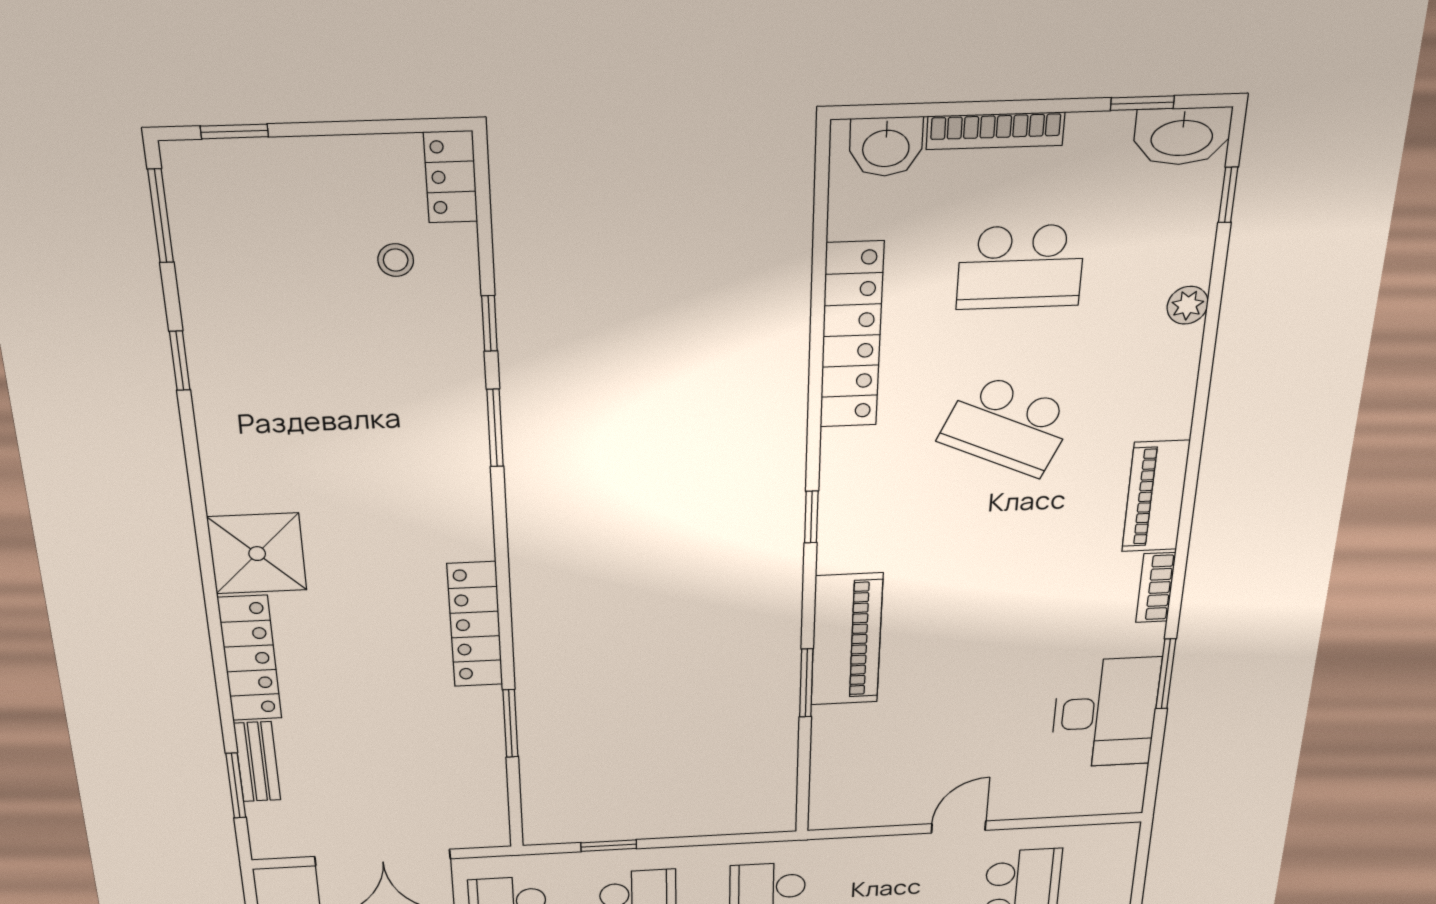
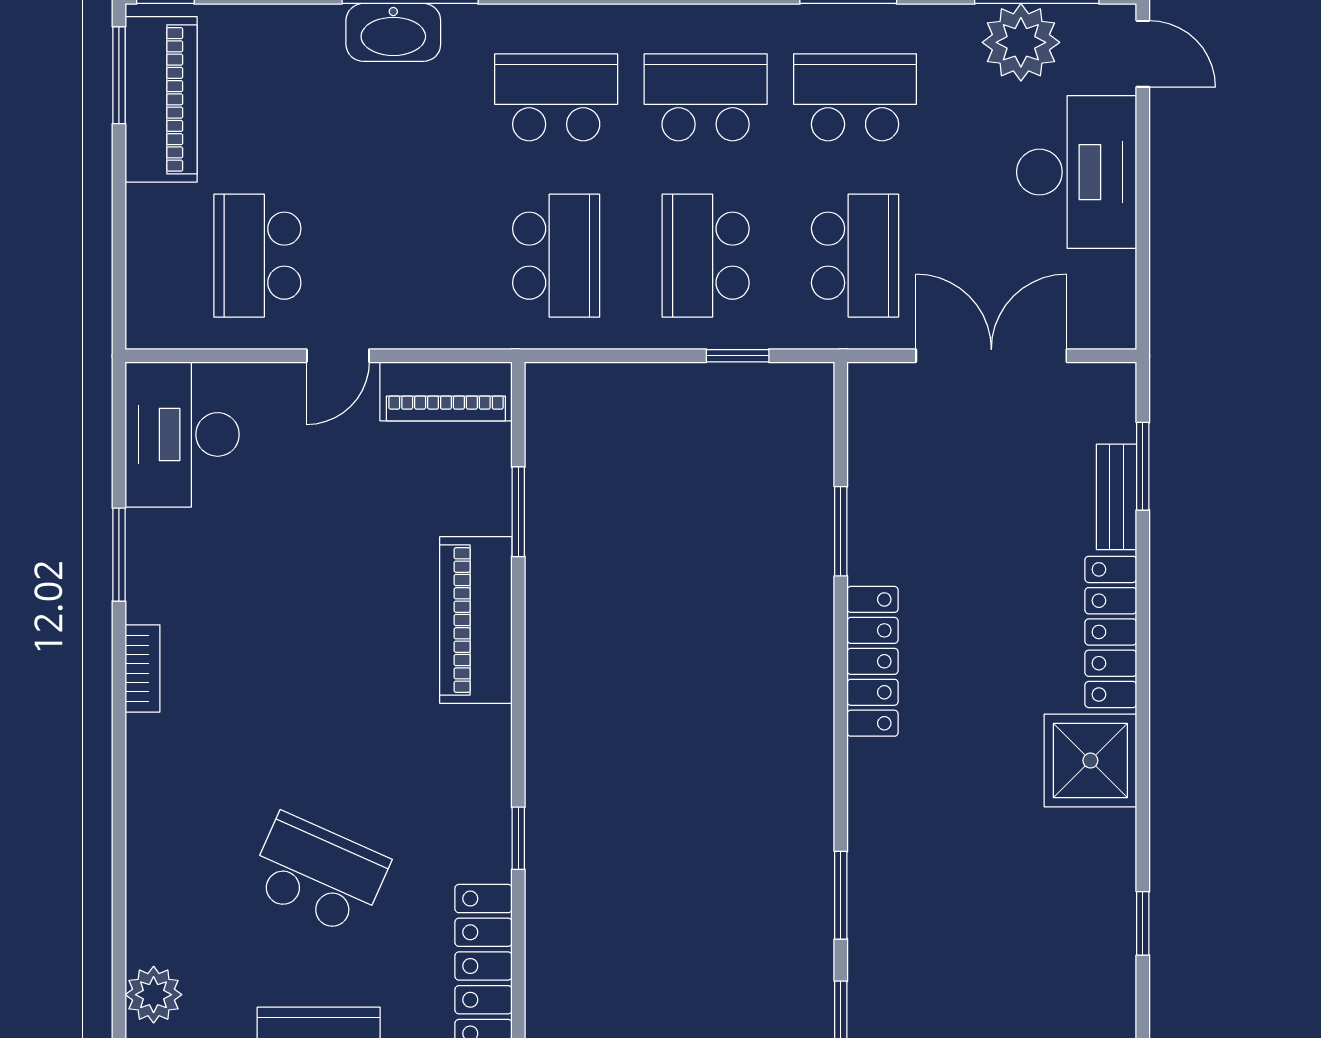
plant: (1188, 305) -> (154, 995), width x1.38, depth x1.38
window: (180, 361) -> (1143, 923), moved
piano: (1156, 496) -> (446, 391), moved, turned 90
window: (811, 517) -> (518, 838), moved
window: (806, 683) -> (518, 512), moved
desk: (1105, 713) -> (182, 434), moved

